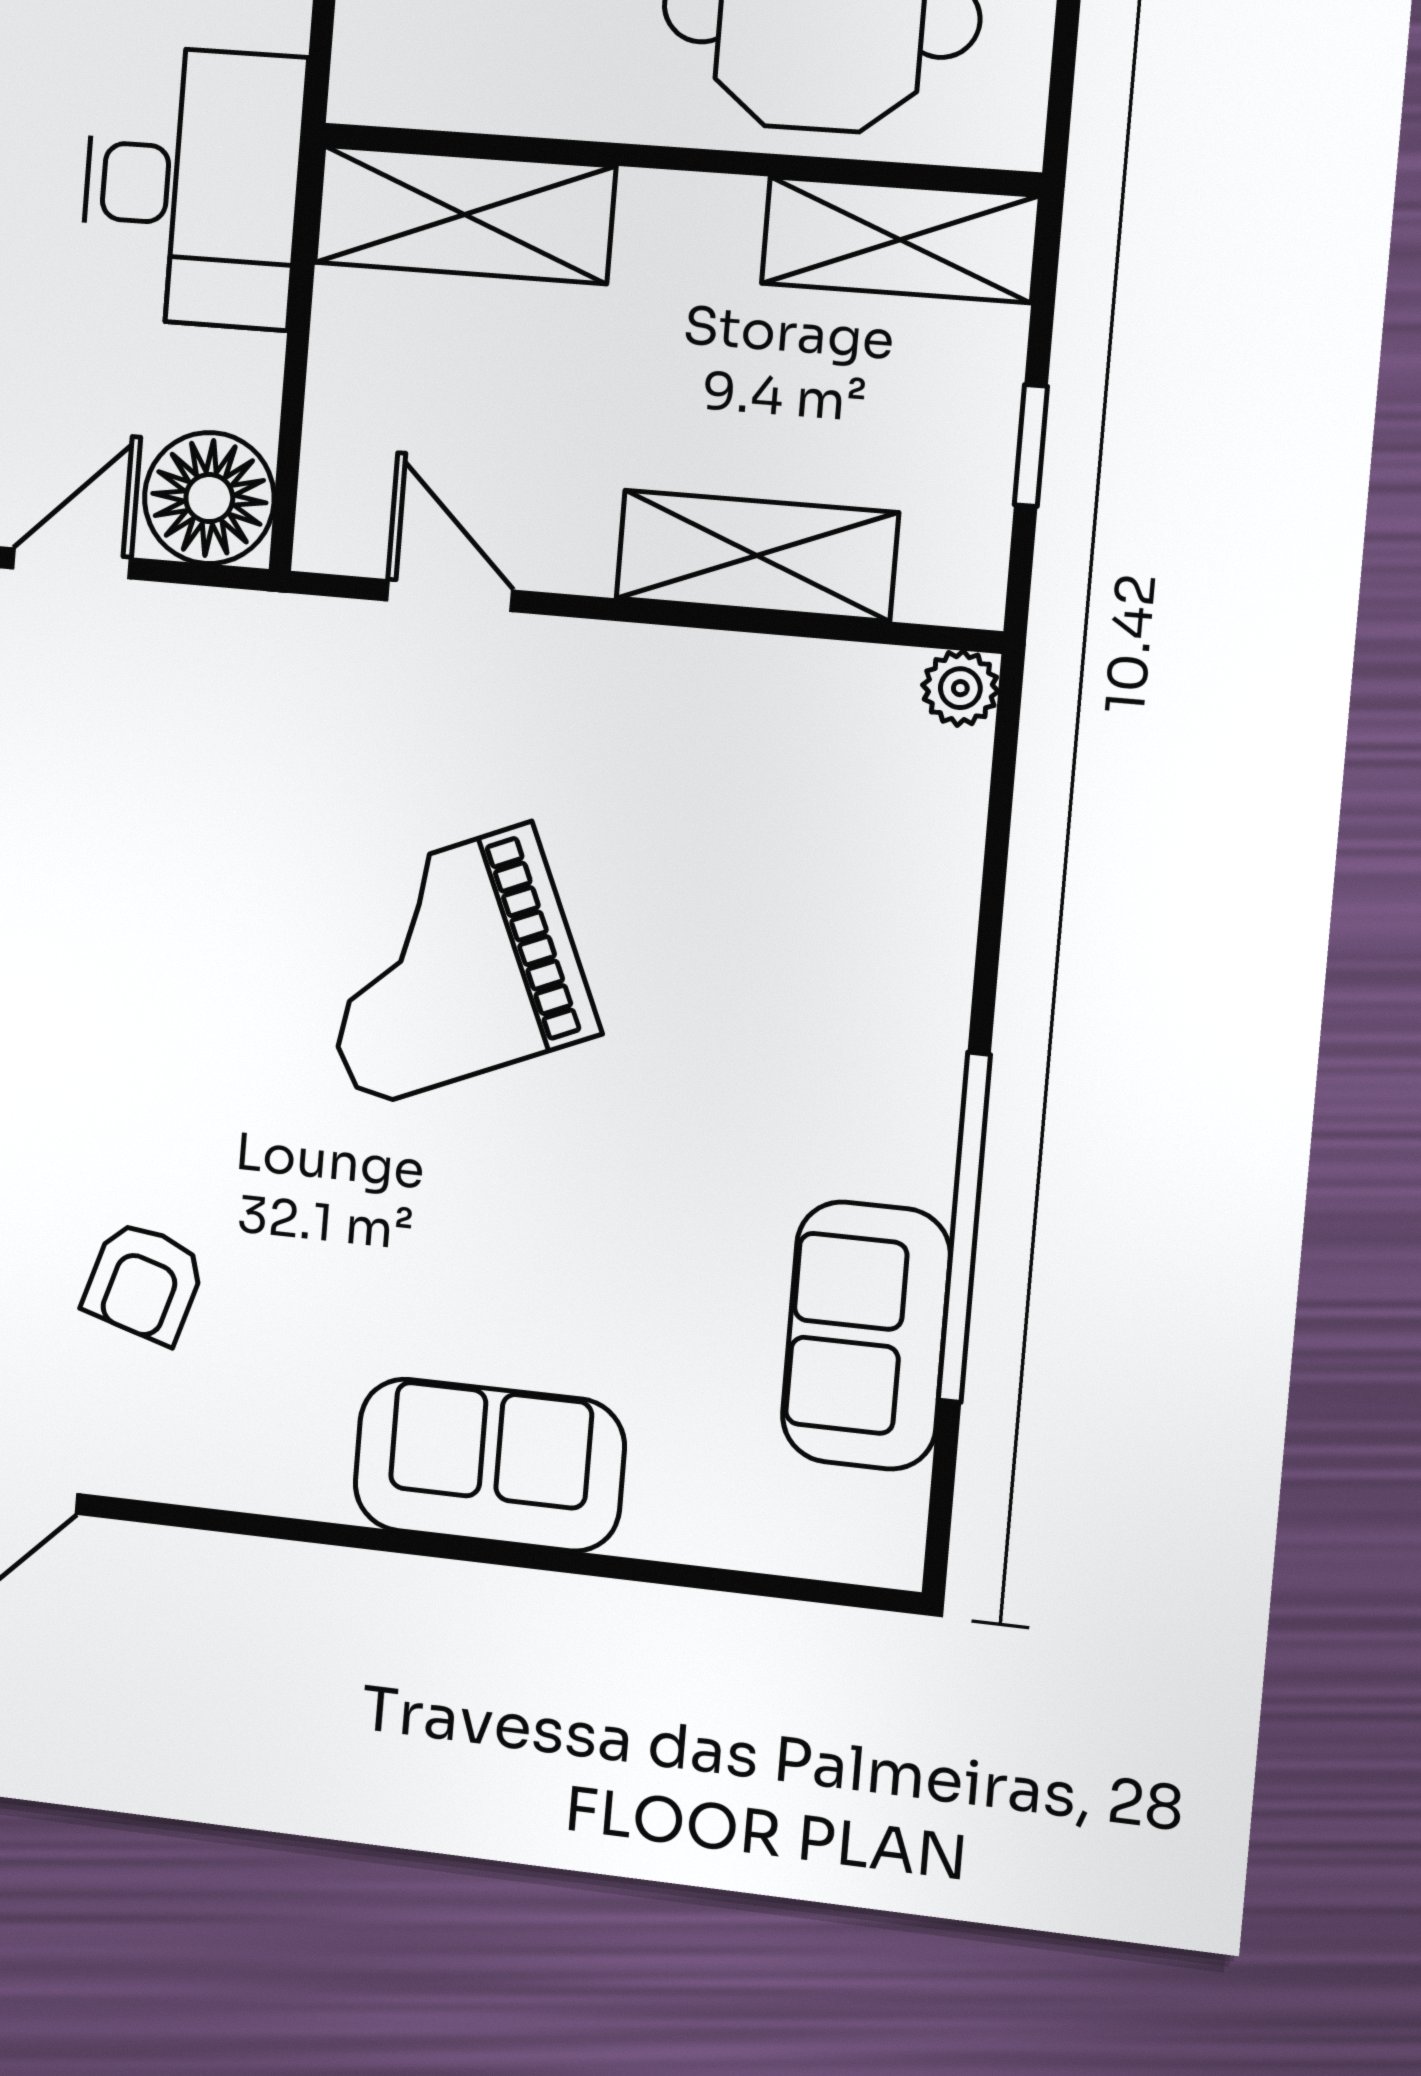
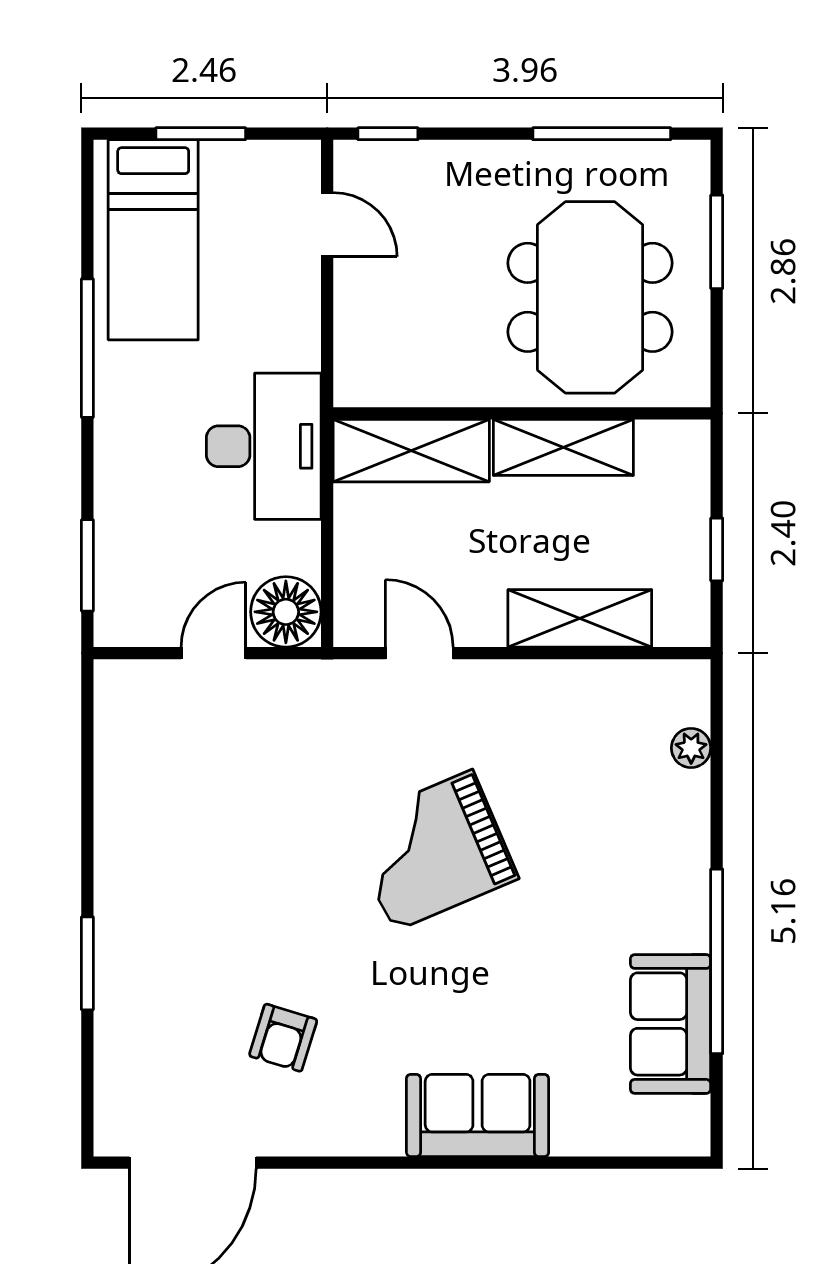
shelving: (900, 240) -> (563, 447), moved
plant: (960, 688) -> (691, 748), moved

